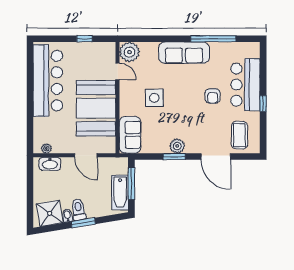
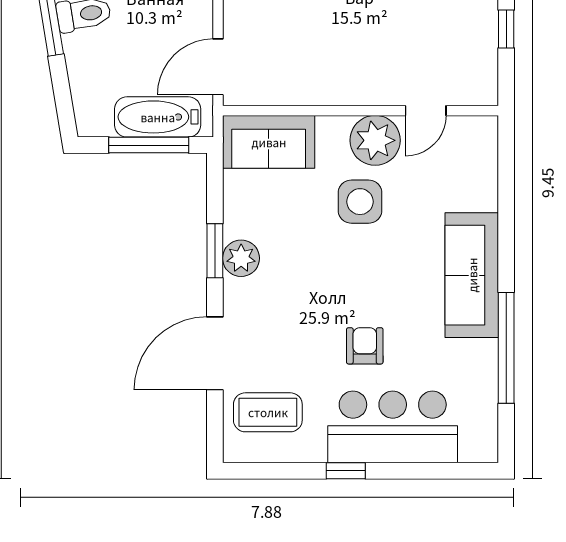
plant: (129, 52) -> (375, 140), moved
armchair: (213, 96) -> (365, 346), turned 90
booth: (96, 108) -> (335, 57), removed
door: (86, 155) -> (218, 67), moved
bathtub: (120, 193) -> (158, 117), moved

